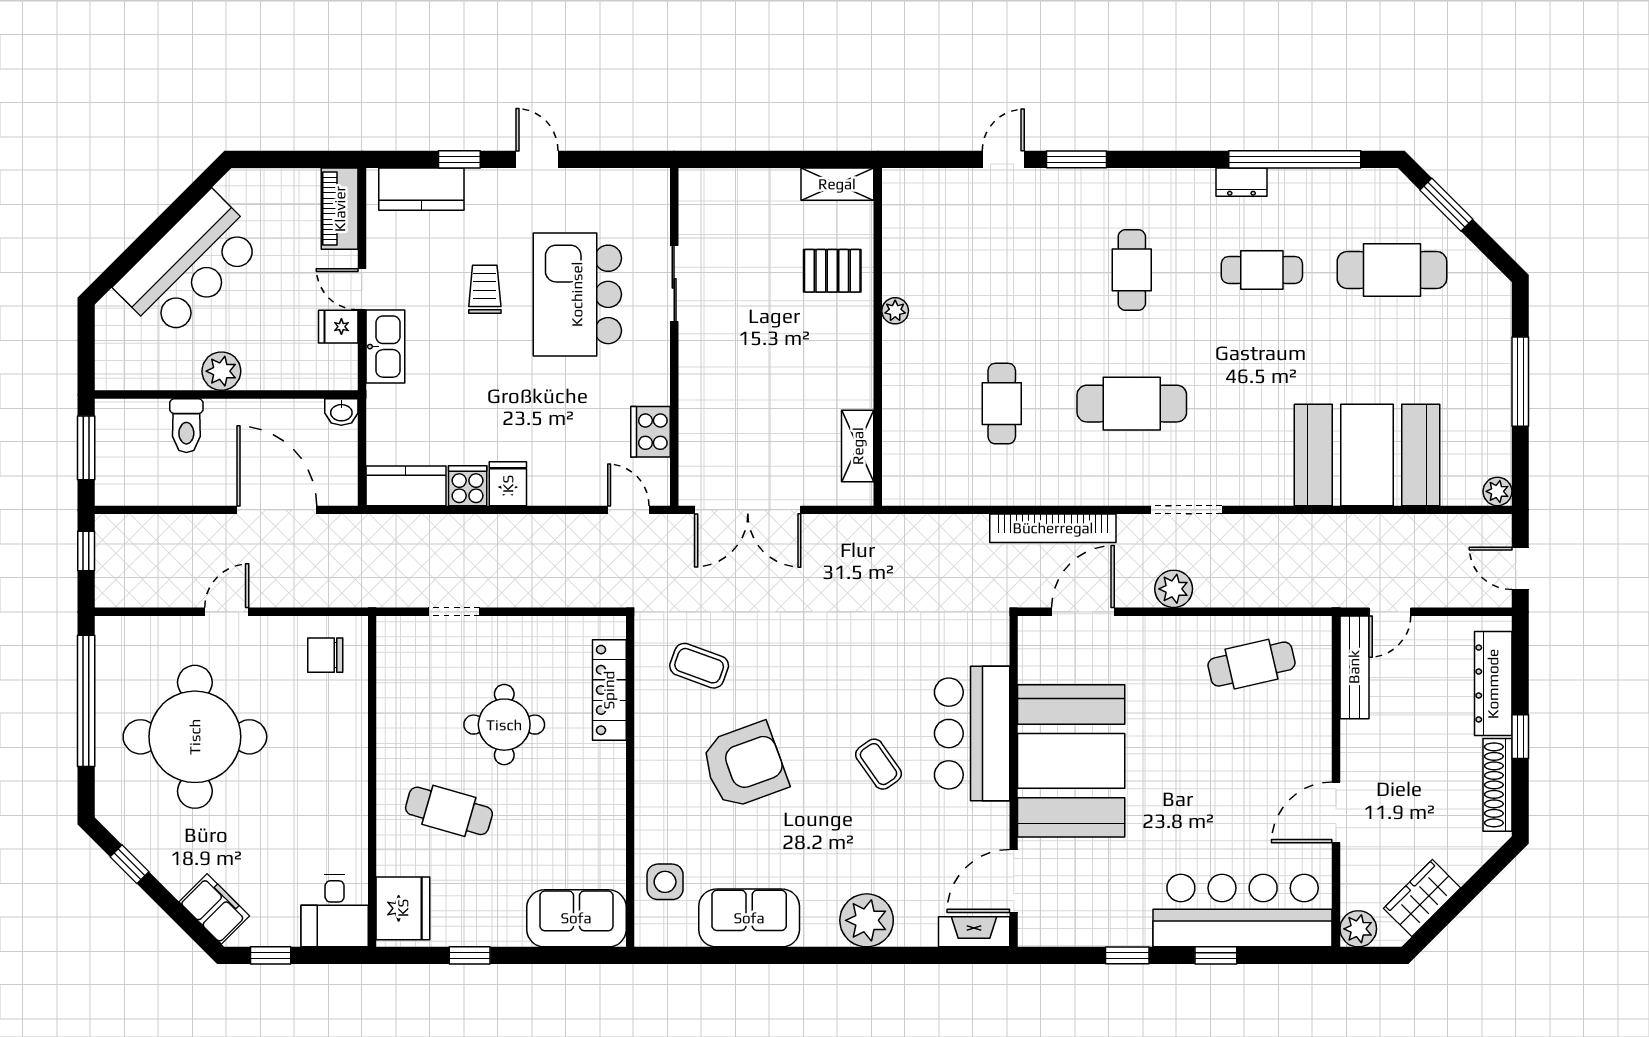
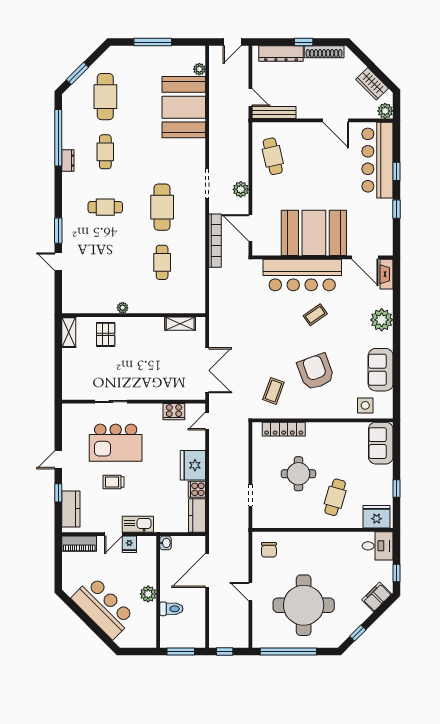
cafe table: (1002, 404) -> (162, 262), turned 90
fridge: (508, 484) -> (193, 465), width x1.88, depth x1.34
plant: (1497, 491) -> (199, 69), moved
bar counter: (972, 734) -> (302, 275), width x1.36

